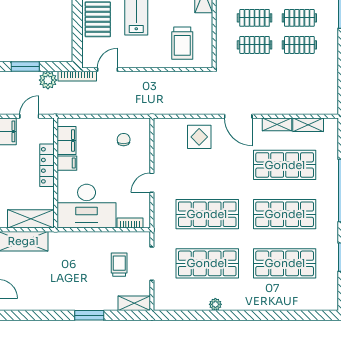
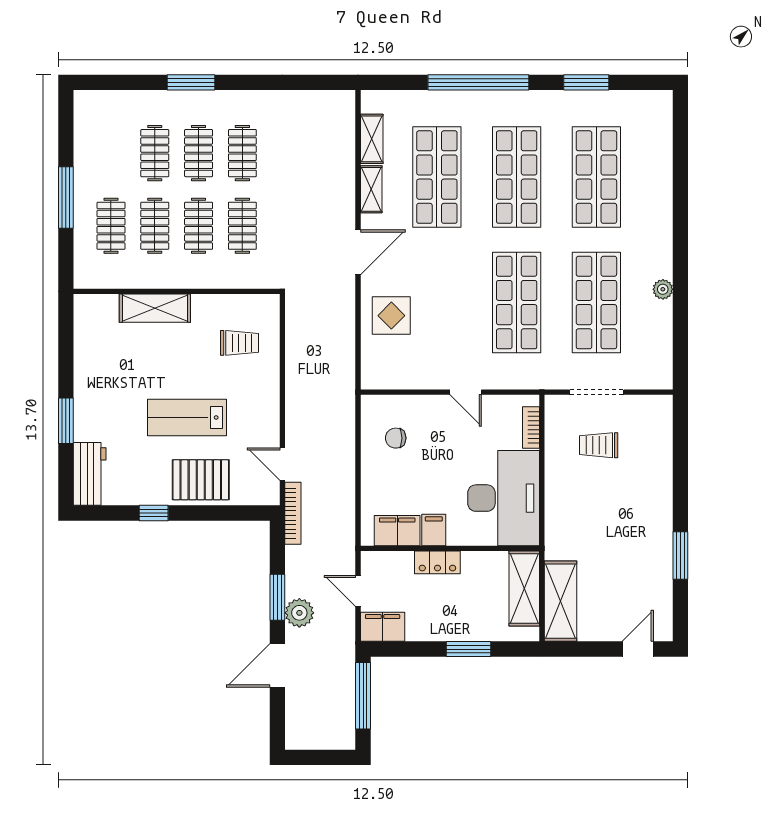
trolley: (182, 43) -> (239, 343), width x0.73, depth x0.72
plant: (48, 80) -> (299, 613), moved
locker: (47, 165) -> (437, 562), width x0.66
shelving: (134, 303) -> (661, 421), removed
window: (89, 315) -> (680, 555), moved

